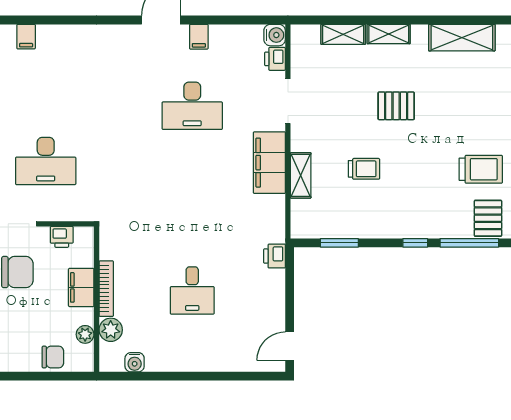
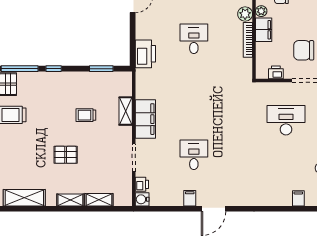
desk: (192, 106) -> (194, 155), width x0.73
printer: (275, 256) -> (145, 54), width x1.87, depth x1.48
filing cabinet: (81, 287) -> (264, 30), moved

